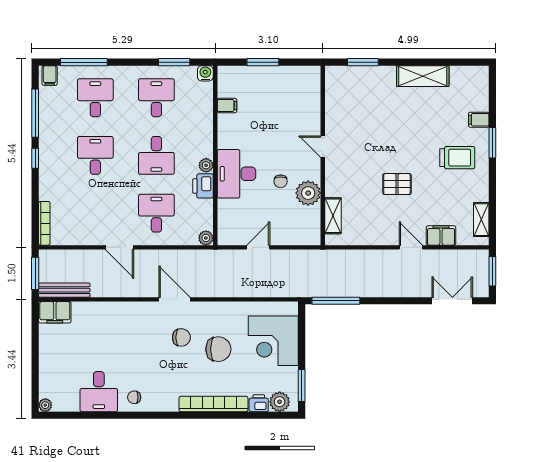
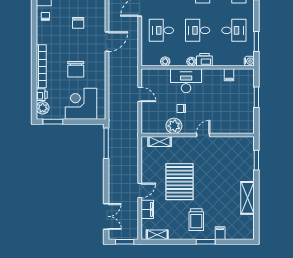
pallet: (397, 184) -> (180, 182), width x2.05, depth x2.00
printer: (203, 186) -> (204, 60), moved
desk: (156, 213) -> (161, 30), turned 180
plant: (206, 238) -> (165, 61), moved
chair: (181, 337) -> (78, 23), moved

